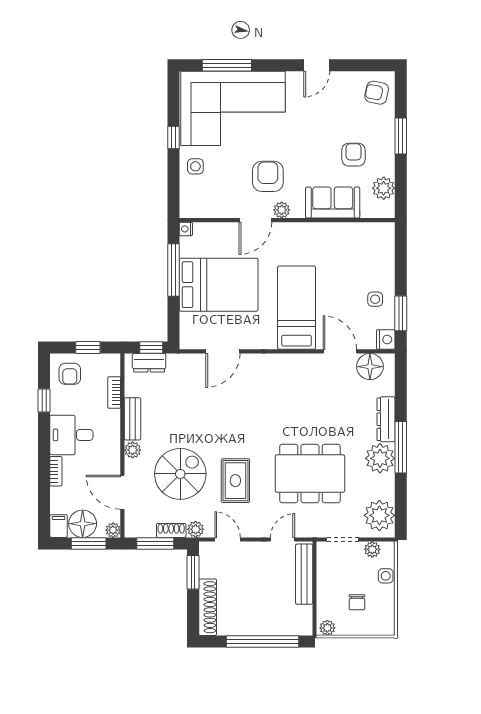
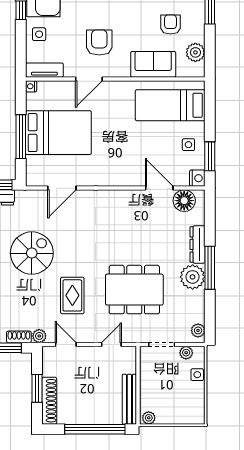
tv unit: (202, 210) -> (44, 70), added
plant: (282, 210) -> (111, 70), removed
window: (173, 270) -> (21, 137), moved
bed: (297, 308) -> (170, 105), moved, turned -90
spiral stairs: (180, 474) -> (32, 253), moved
plant: (379, 515) -> (198, 330), width x0.53, depth x0.53
window: (193, 572) -> (37, 388), moved
bench: (304, 574) -> (129, 399), moved
chair: (357, 602) -> (173, 397), removed

